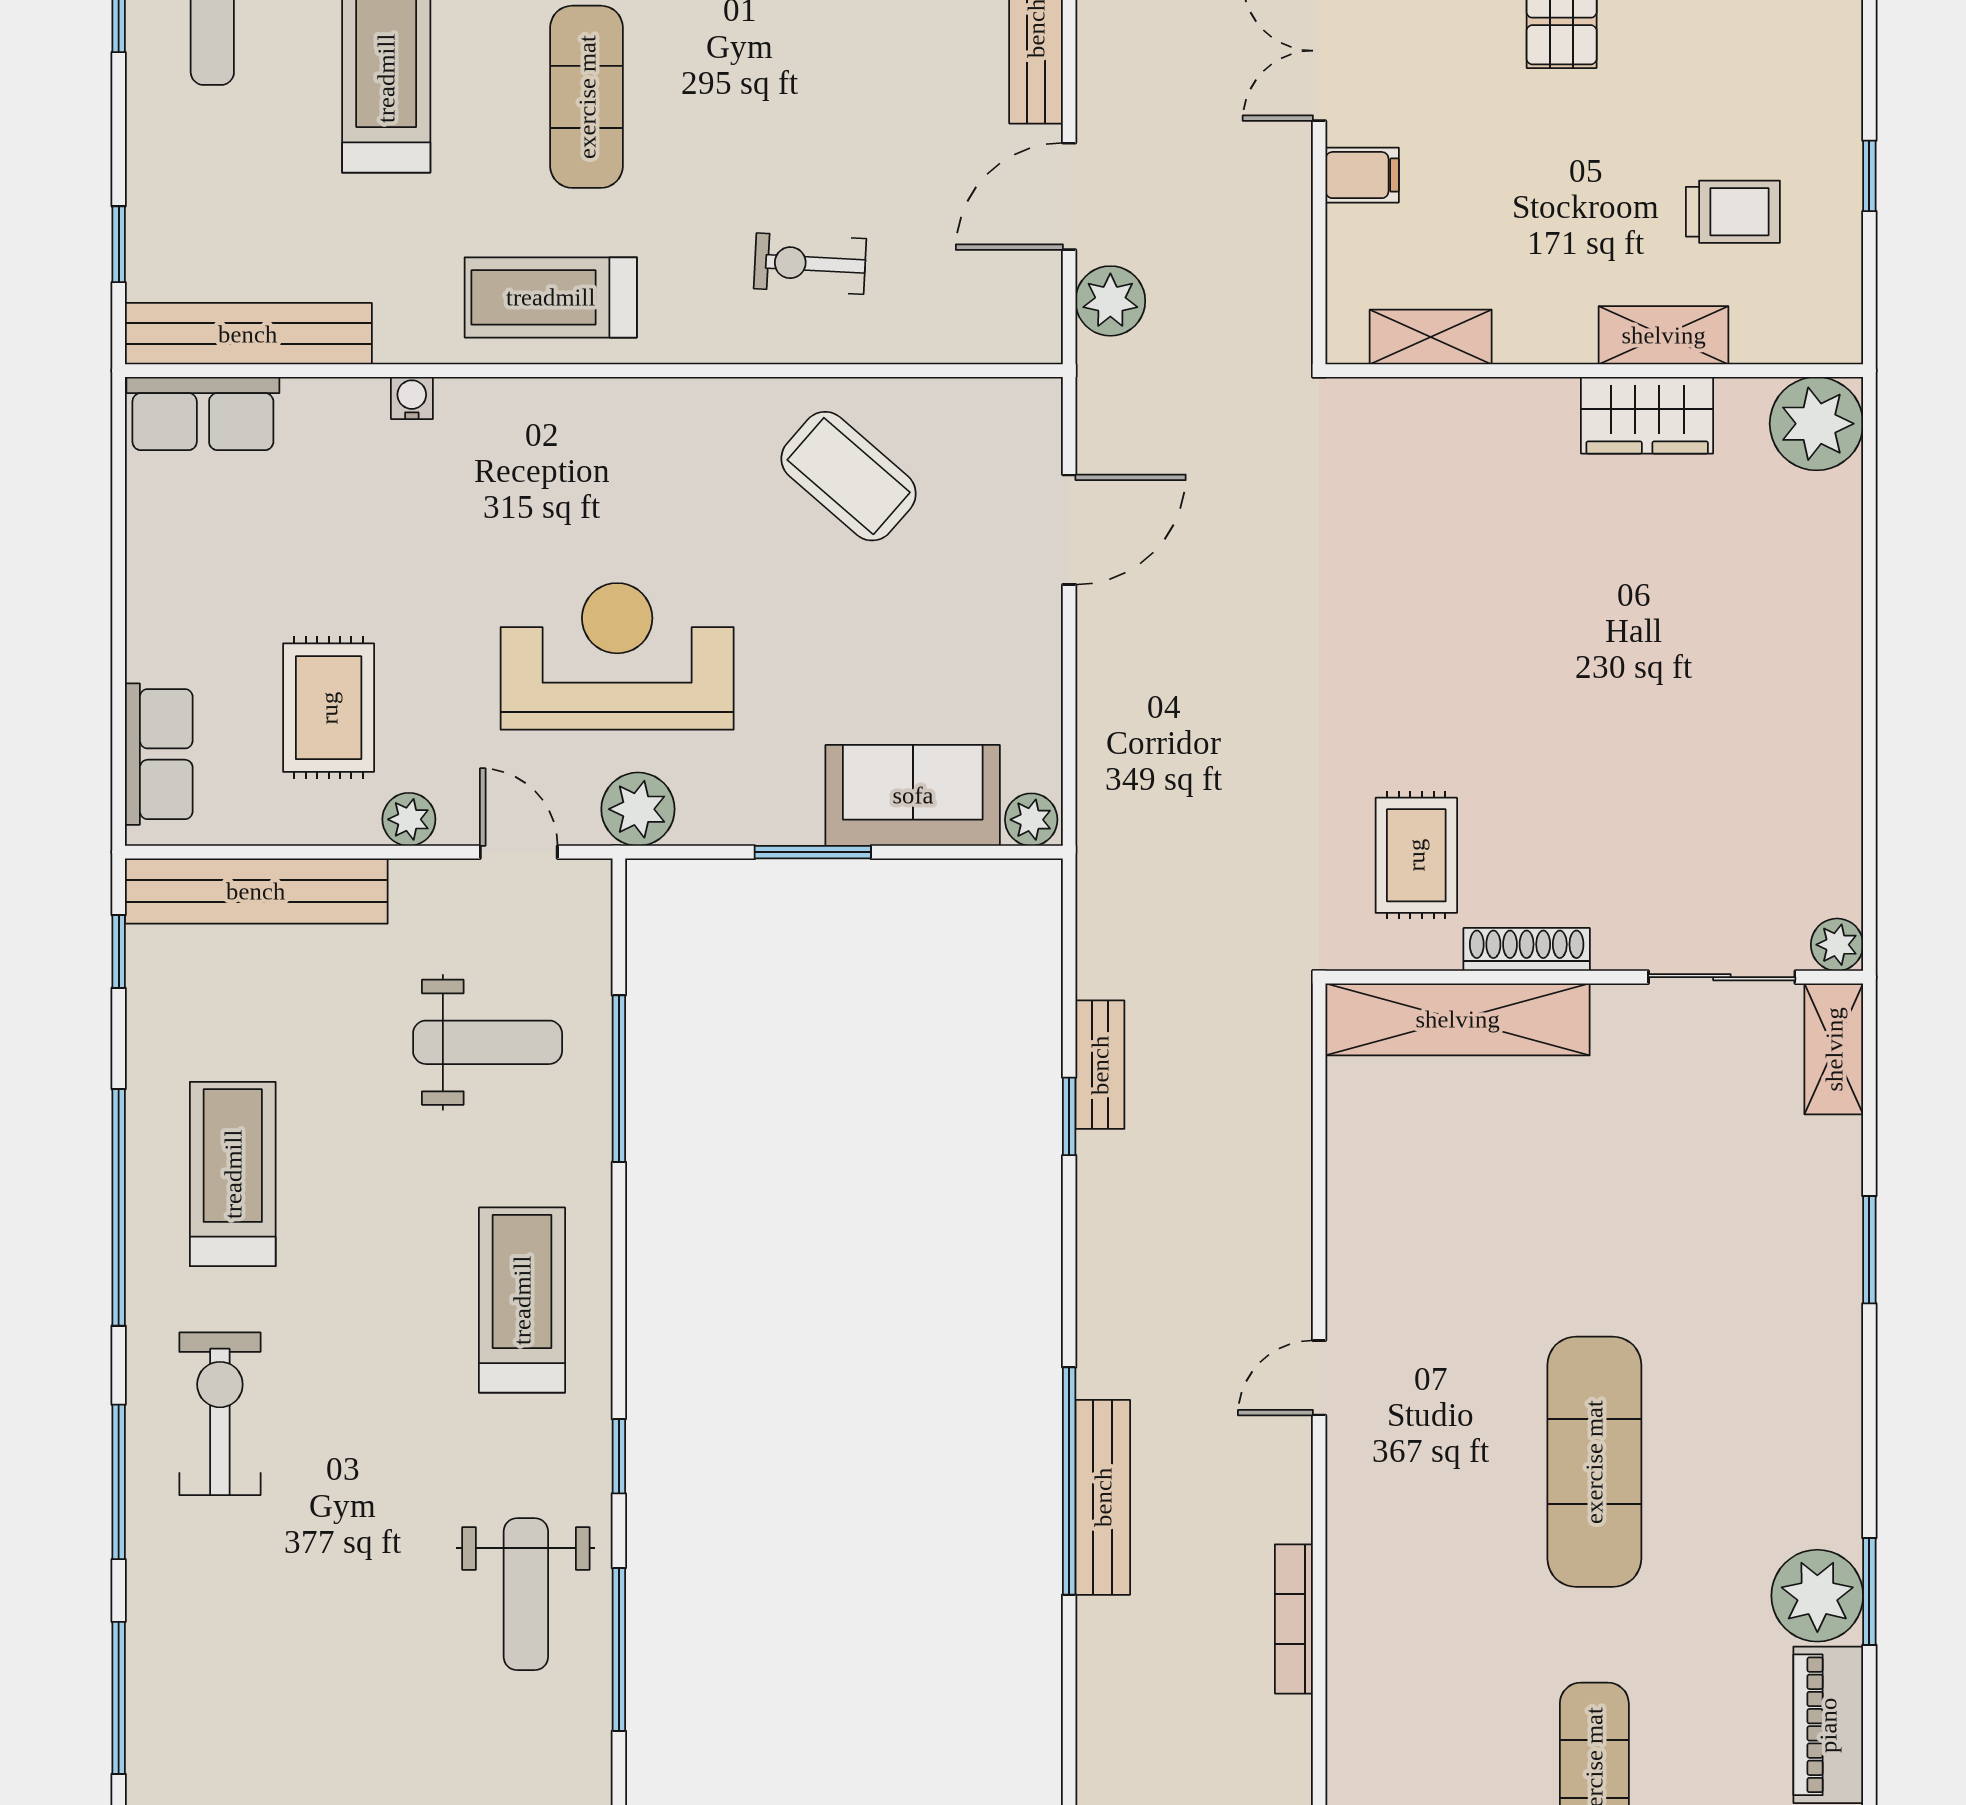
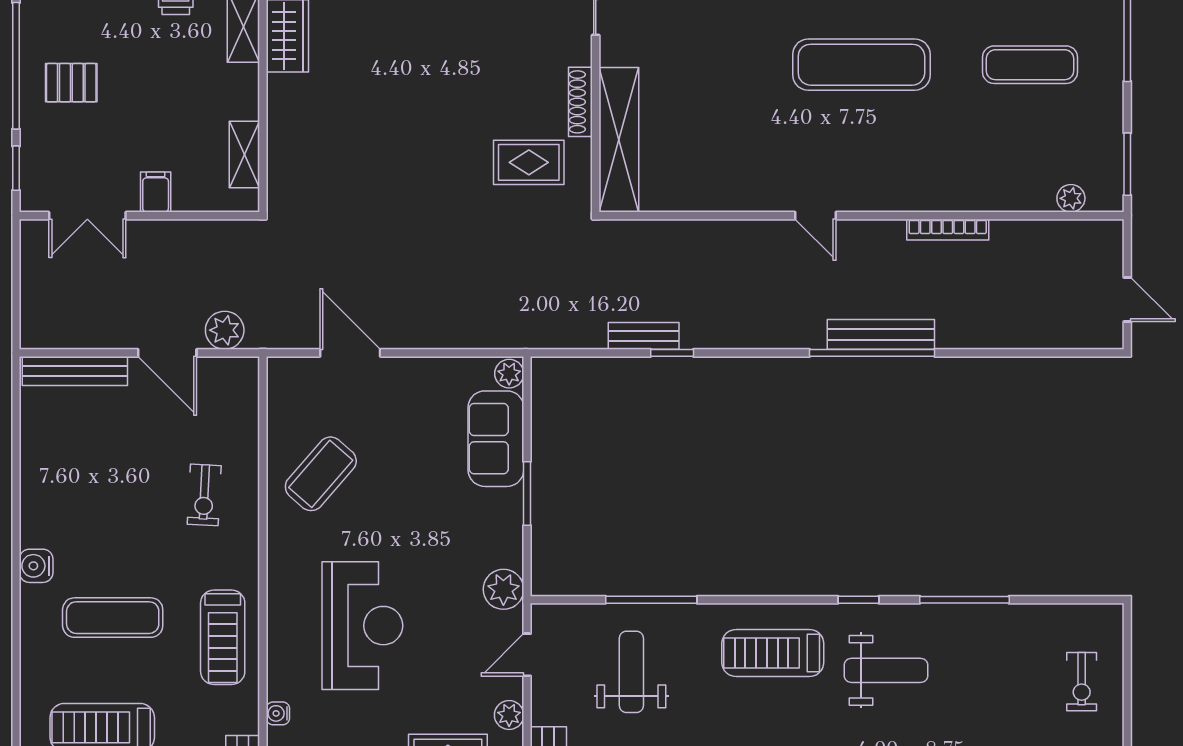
reception desk: (617, 656) -> (362, 626), moved, turned 180
weight bench: (526, 1594) -> (886, 670), moved

